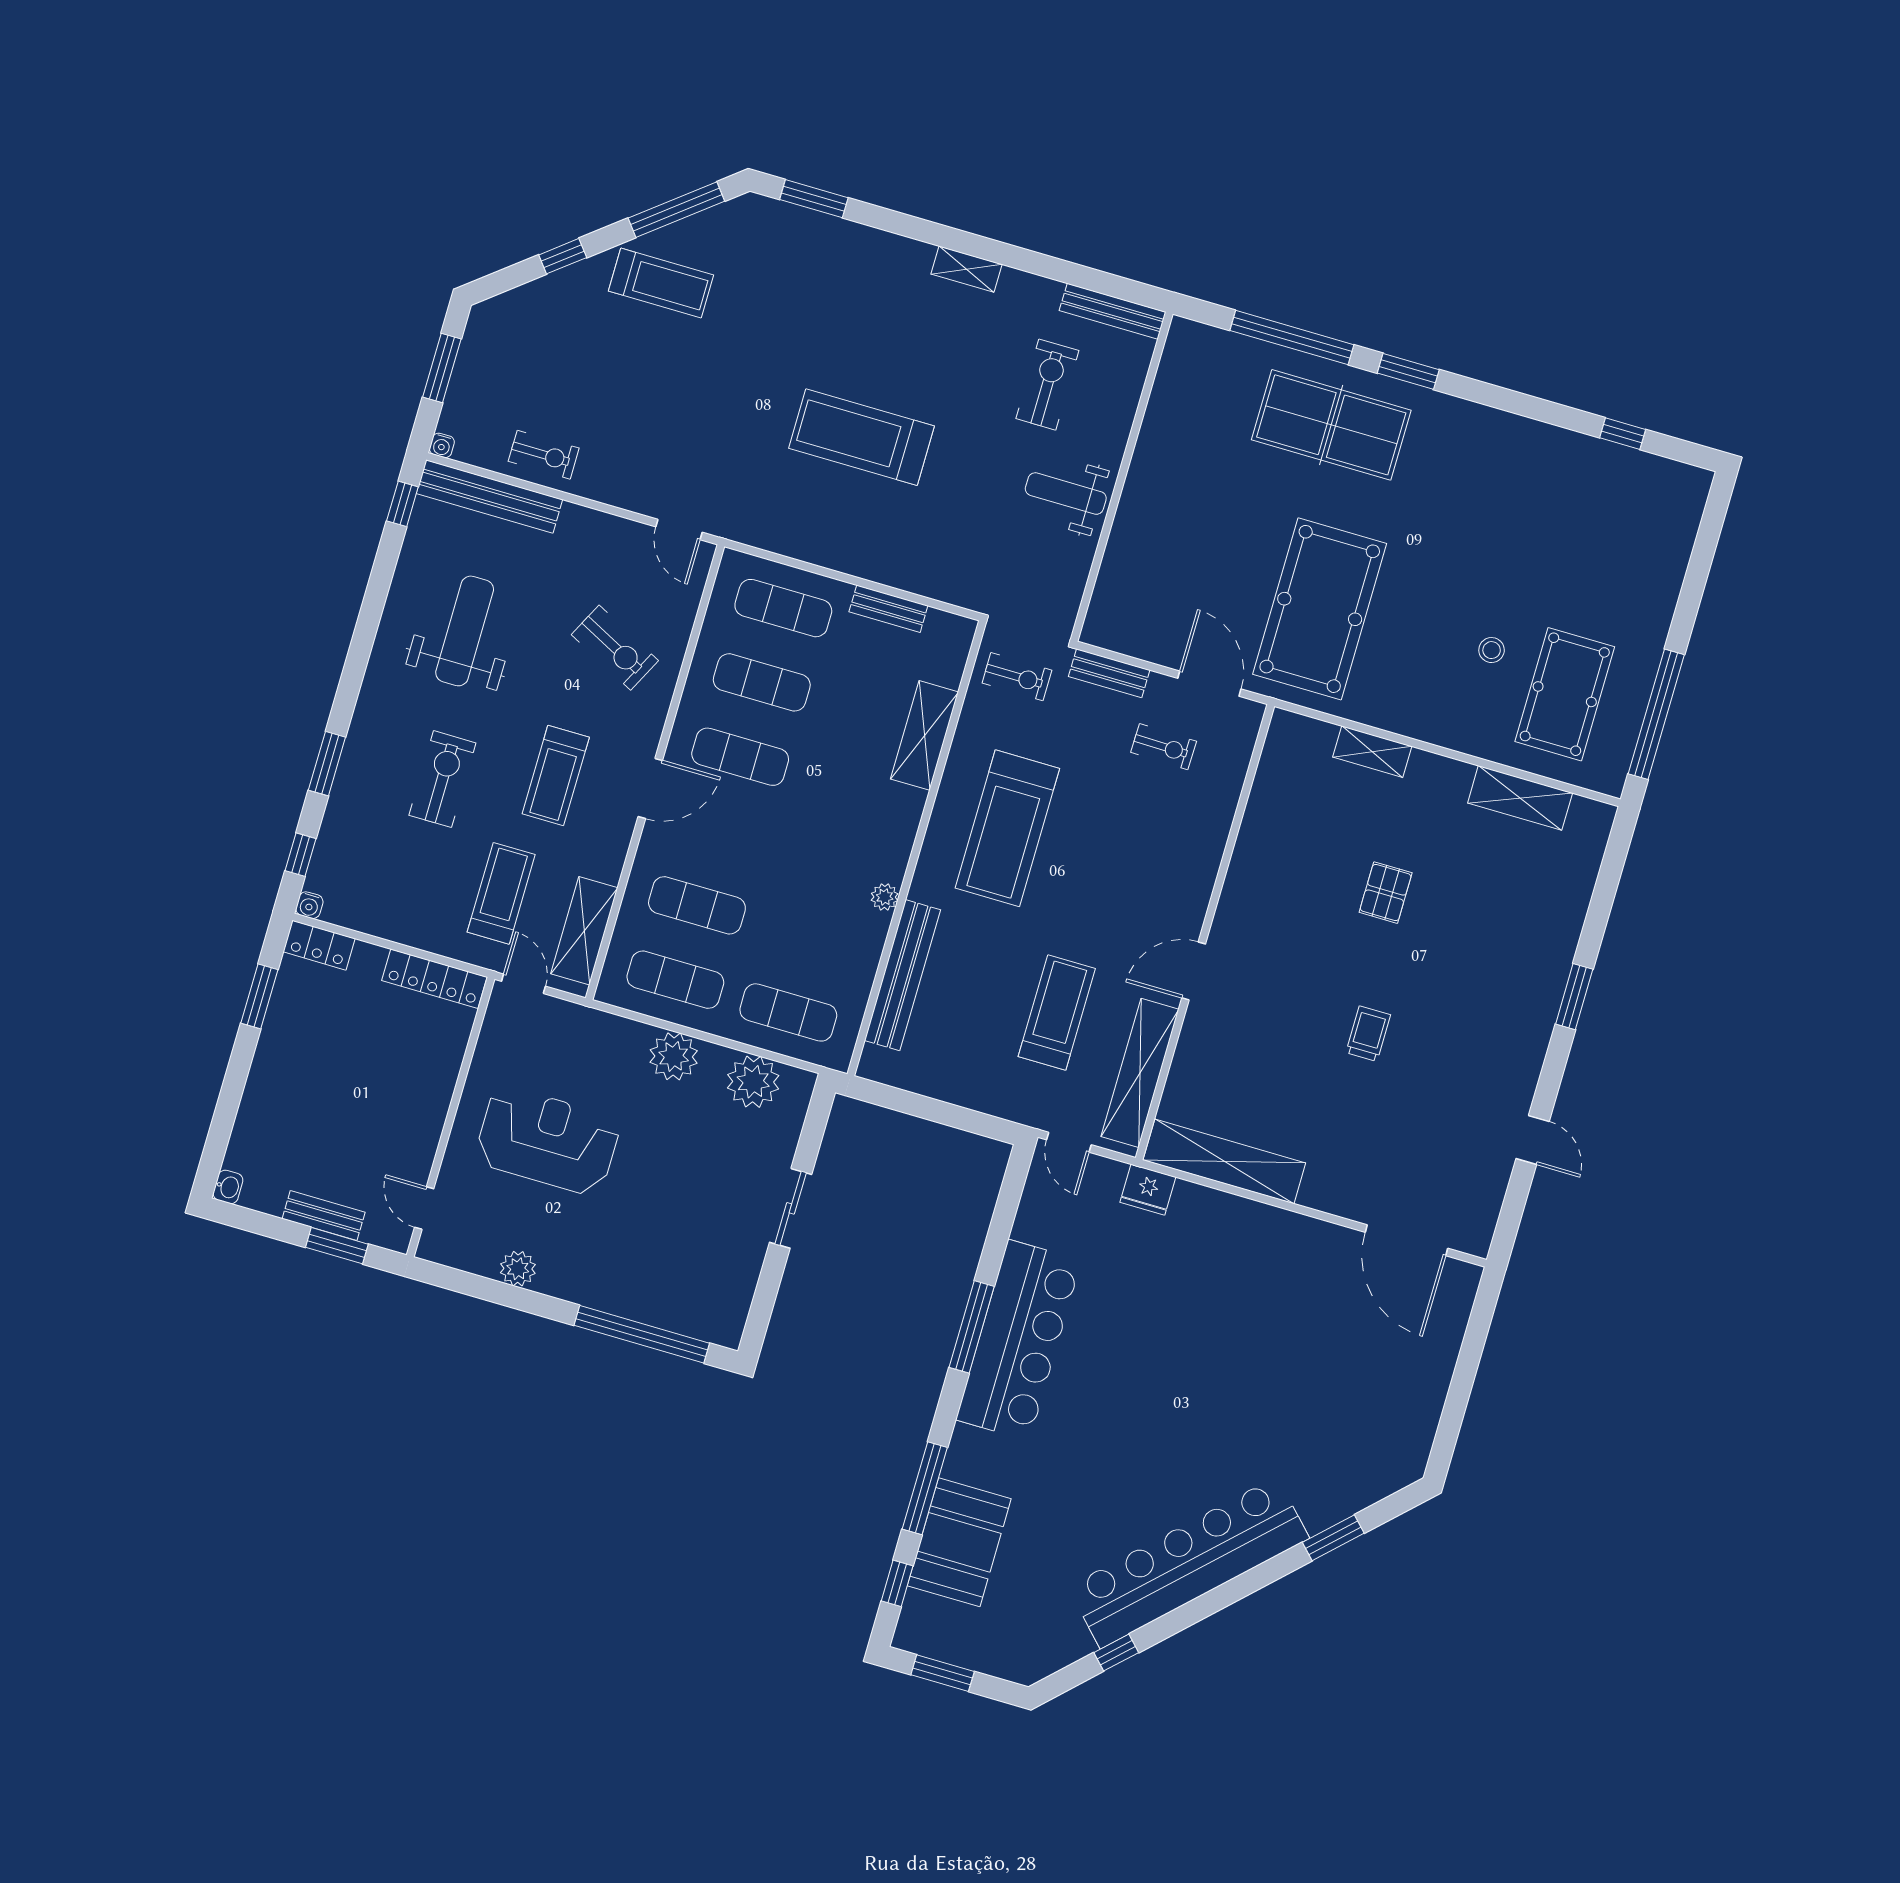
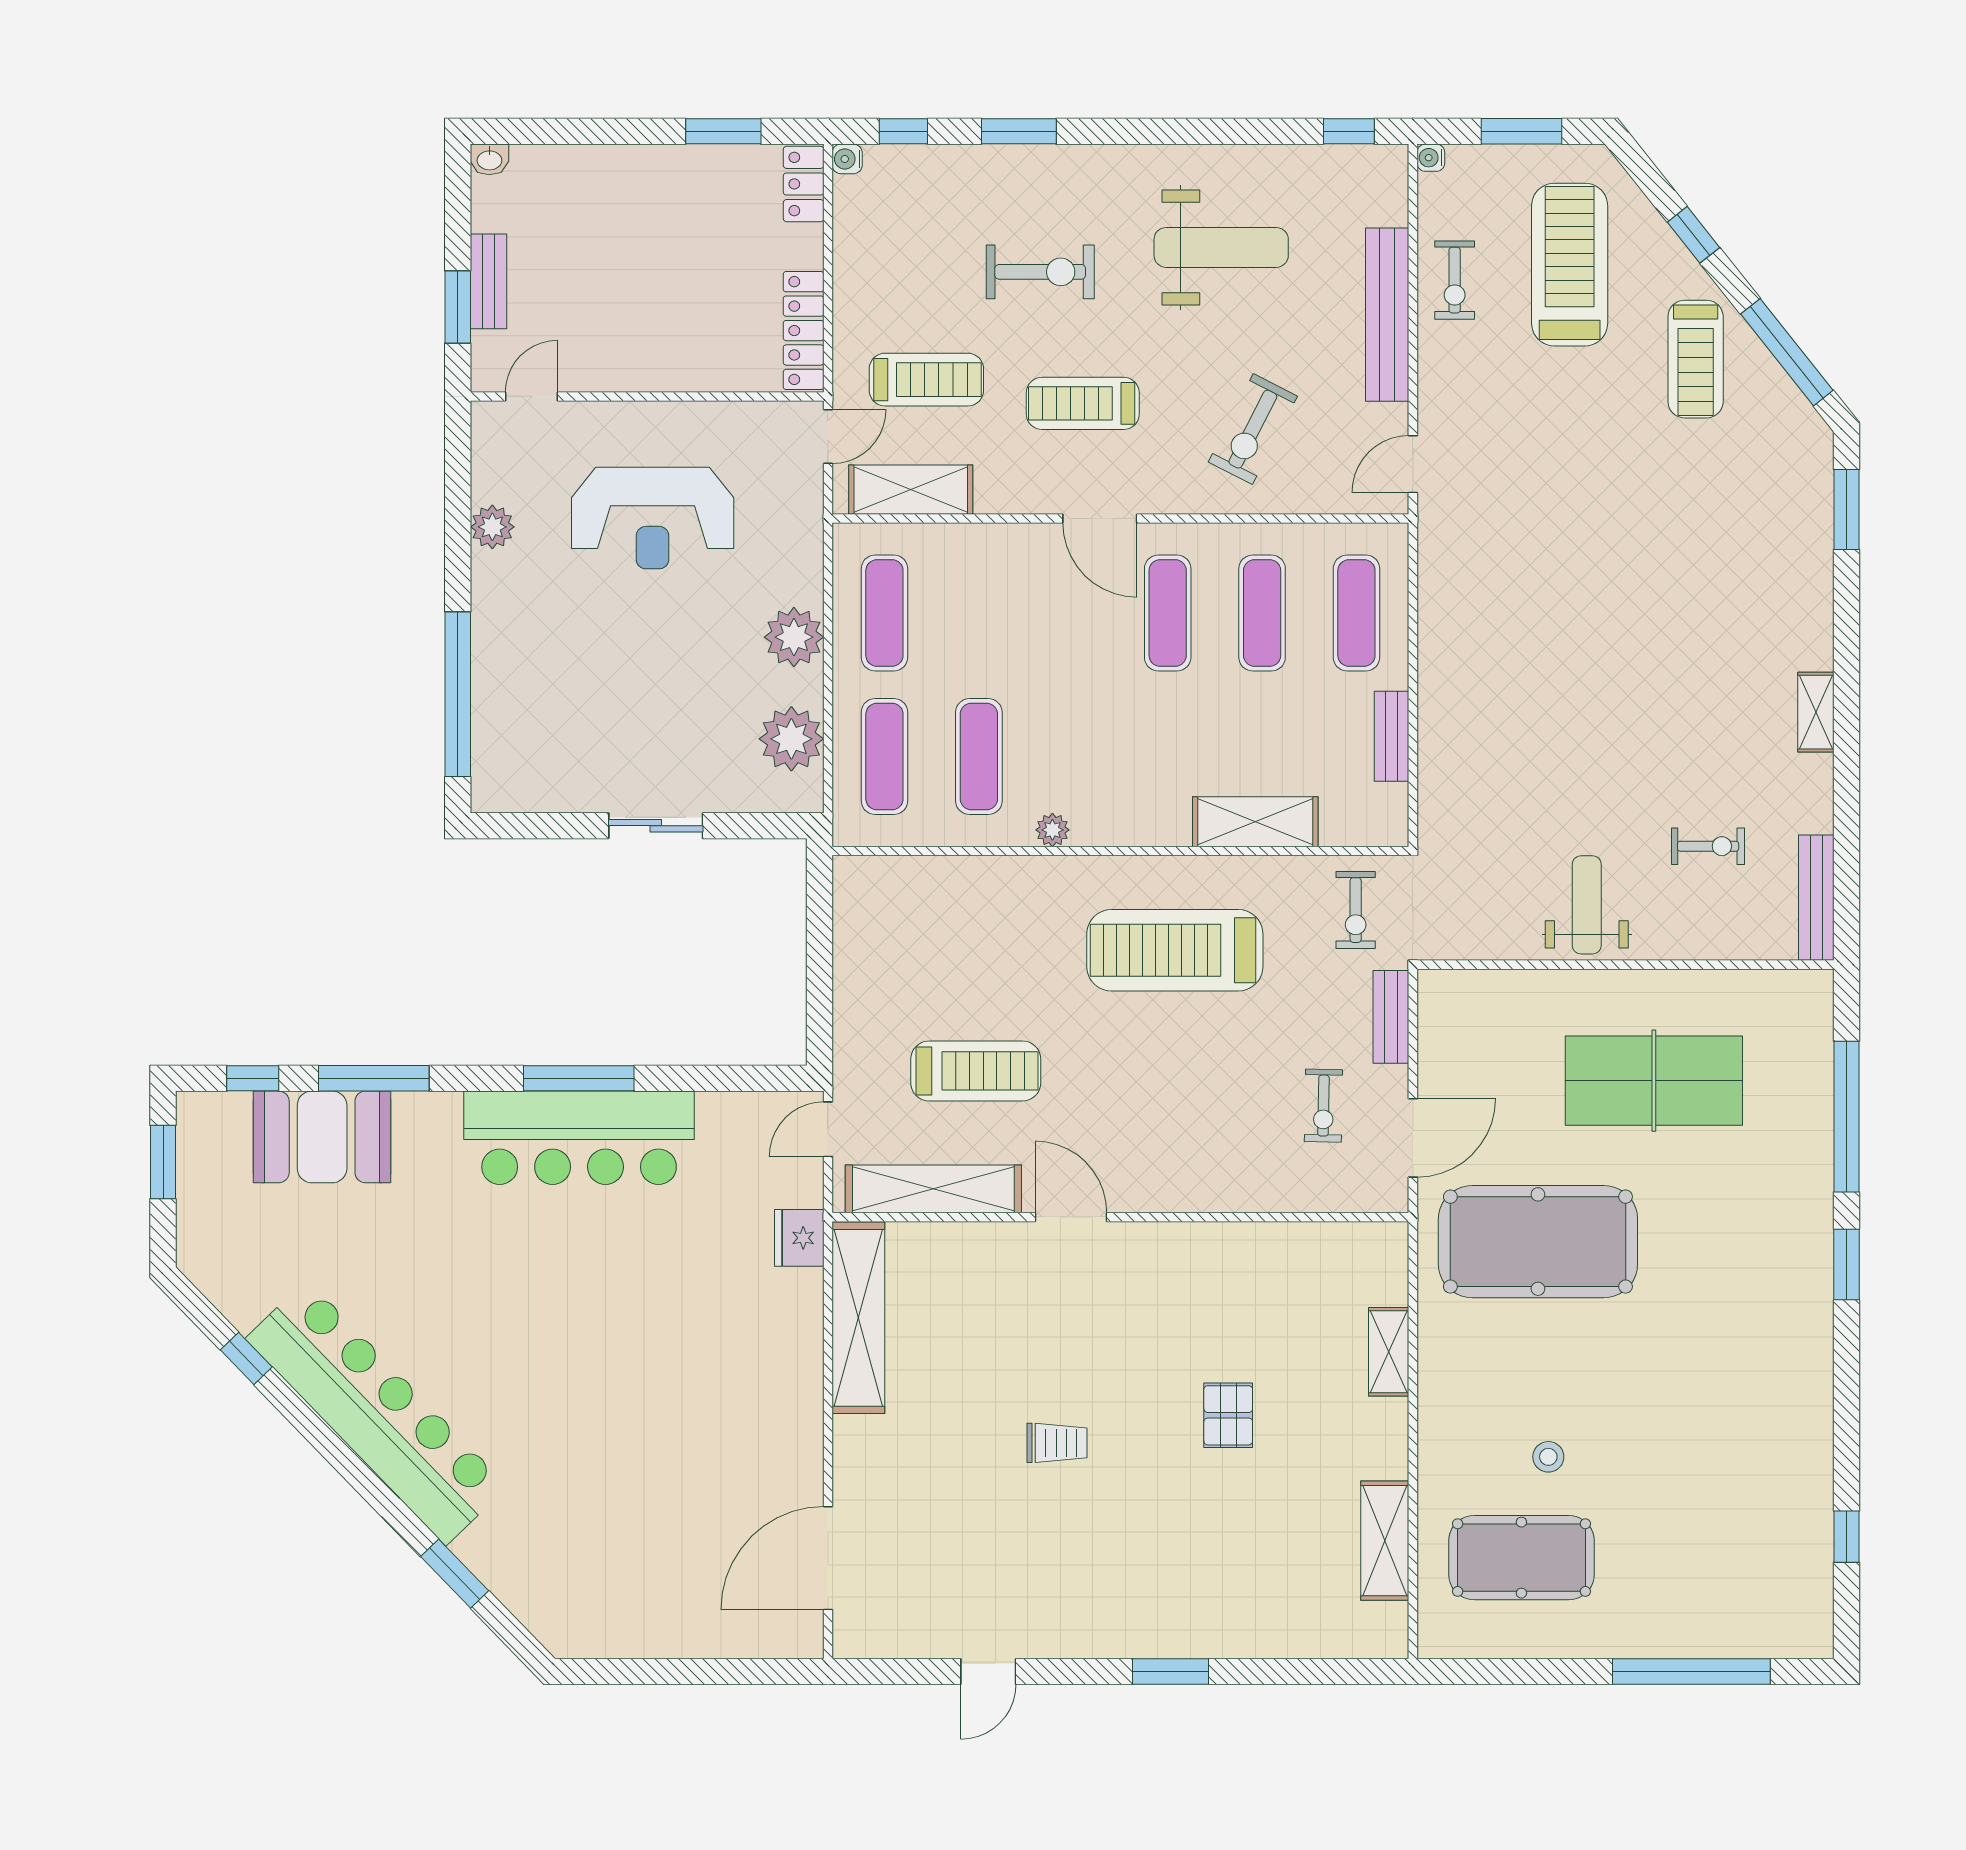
exercise bike: (1047, 385) -> (1708, 846), width x0.73, depth x0.72
table tennis table: (1331, 425) -> (1654, 1081), moved, turned 90
treadmill: (861, 437) -> (1570, 265), moved
bench: (489, 497) -> (1387, 315), moved
window: (1656, 714) -> (1691, 1672), moved
pallet: (1386, 893) -> (1228, 1415), turned 90
exercise mat: (697, 905) -> (979, 757), moved
bench: (902, 975) -> (967, 877), removed
reception desk: (548, 1141) -> (653, 518), turned 90

